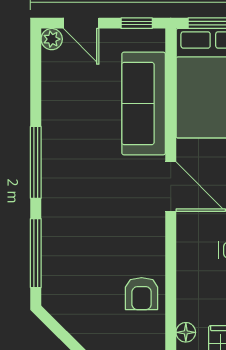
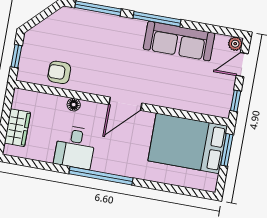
sofa: (144, 103) -> (179, 41), moved, turned 180
floor lamp: (186, 332) -> (74, 105), moved

